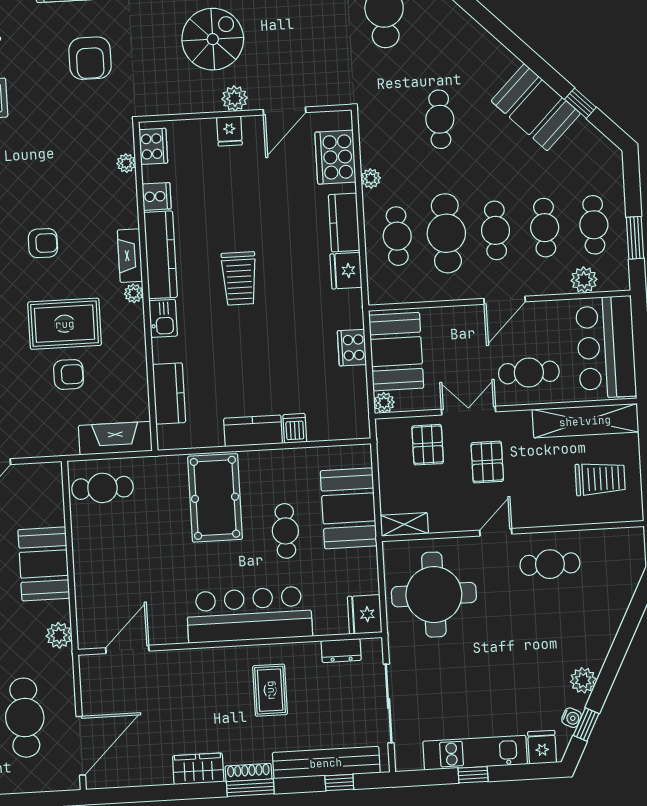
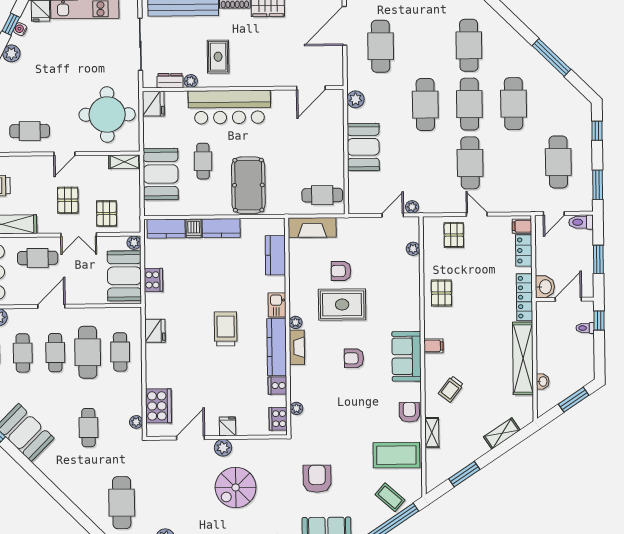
plant: (371, 178) -> (136, 422), moved
kitchen counter: (344, 223) -> (166, 229), moved, turned 90
plant: (310, 651) -> (191, 81), added

